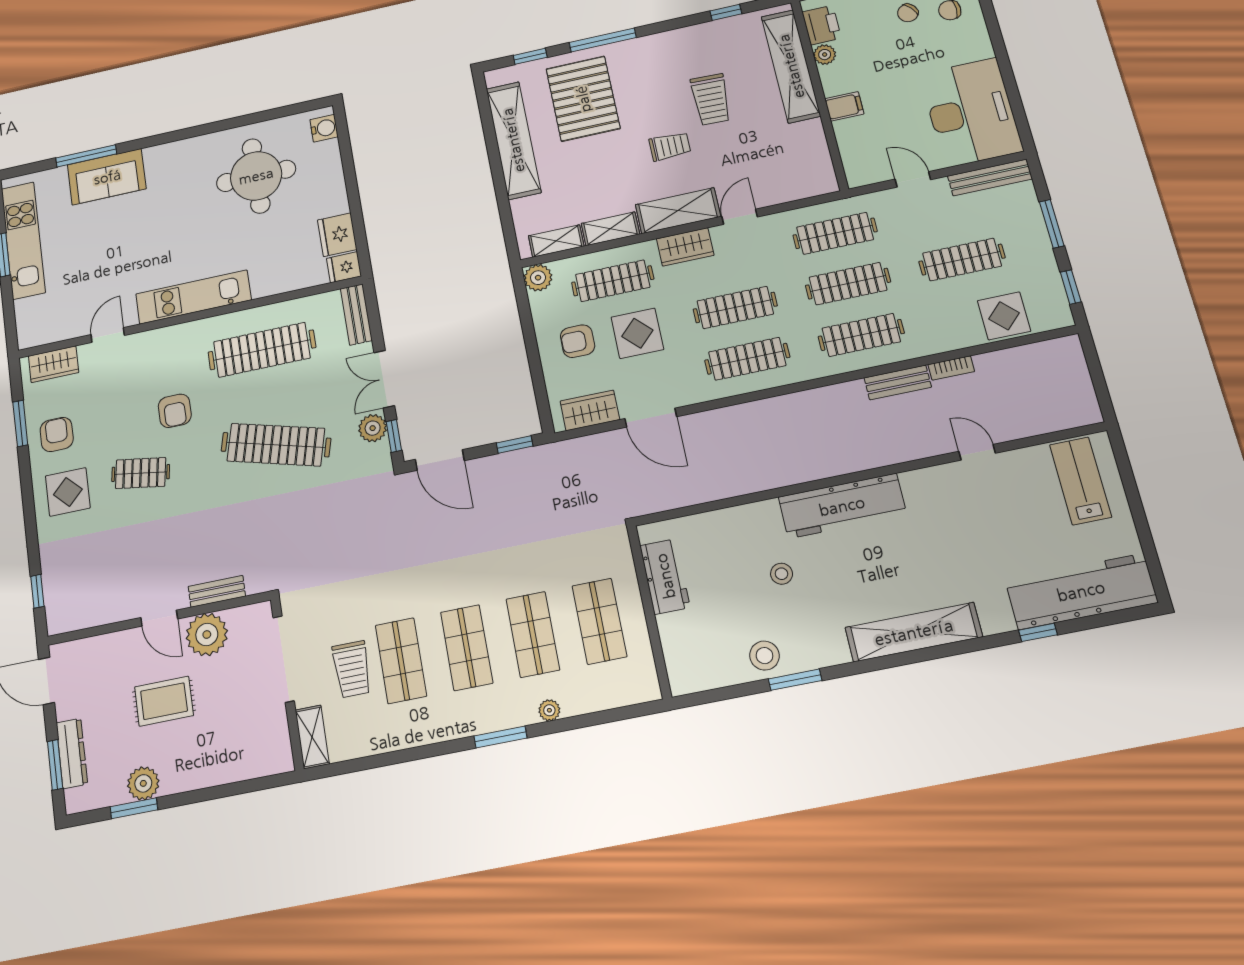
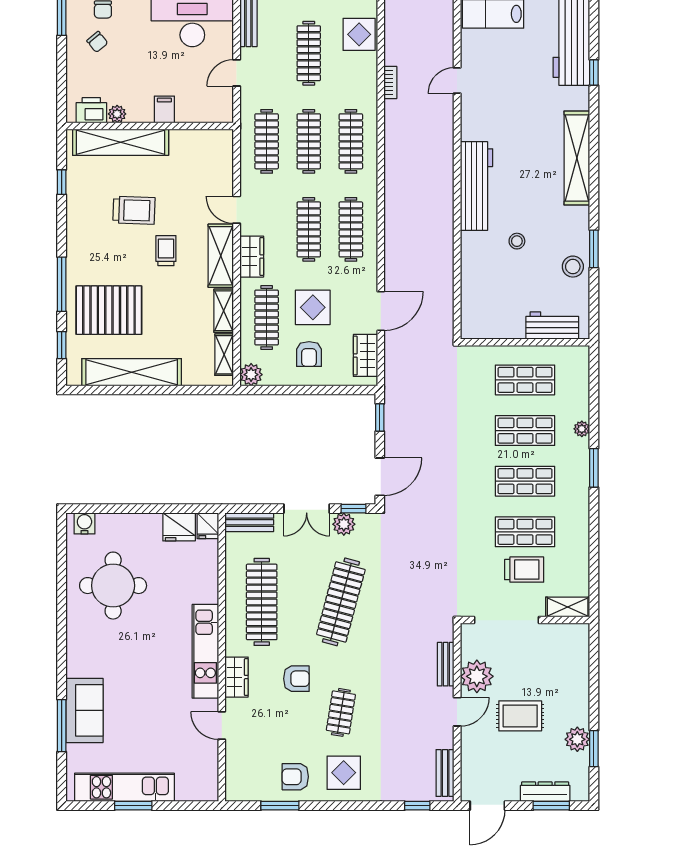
wardrobe: (54, 364) -> (237, 677), moved
bench: (898, 382) -> (445, 773), moved
workbench: (665, 576) -> (552, 326), moved
rug: (164, 701) -> (520, 716), turned 90

